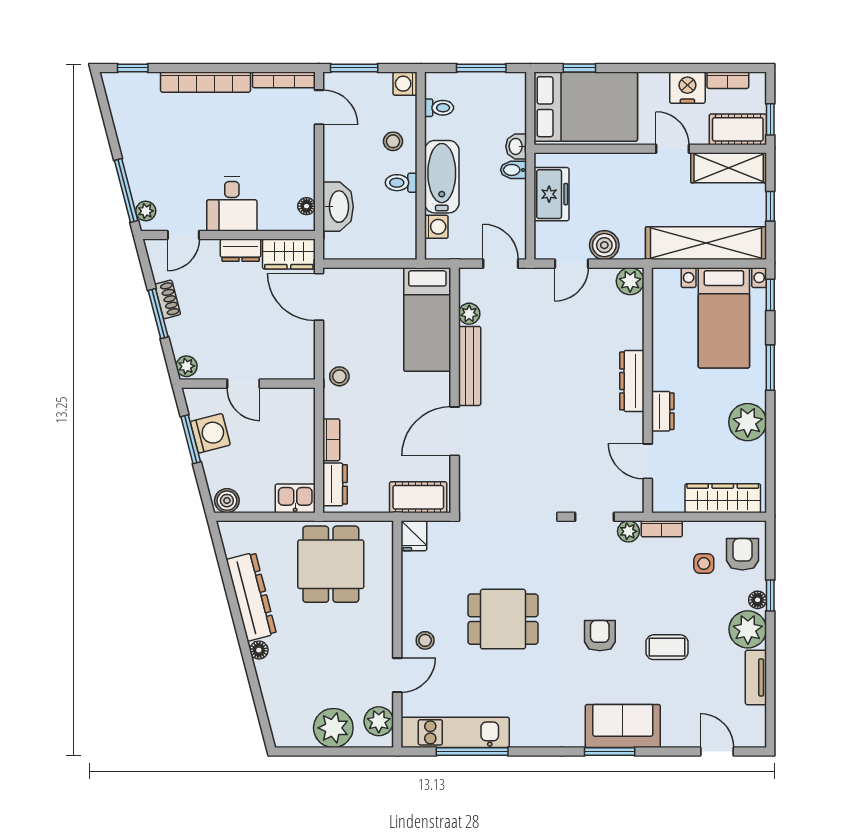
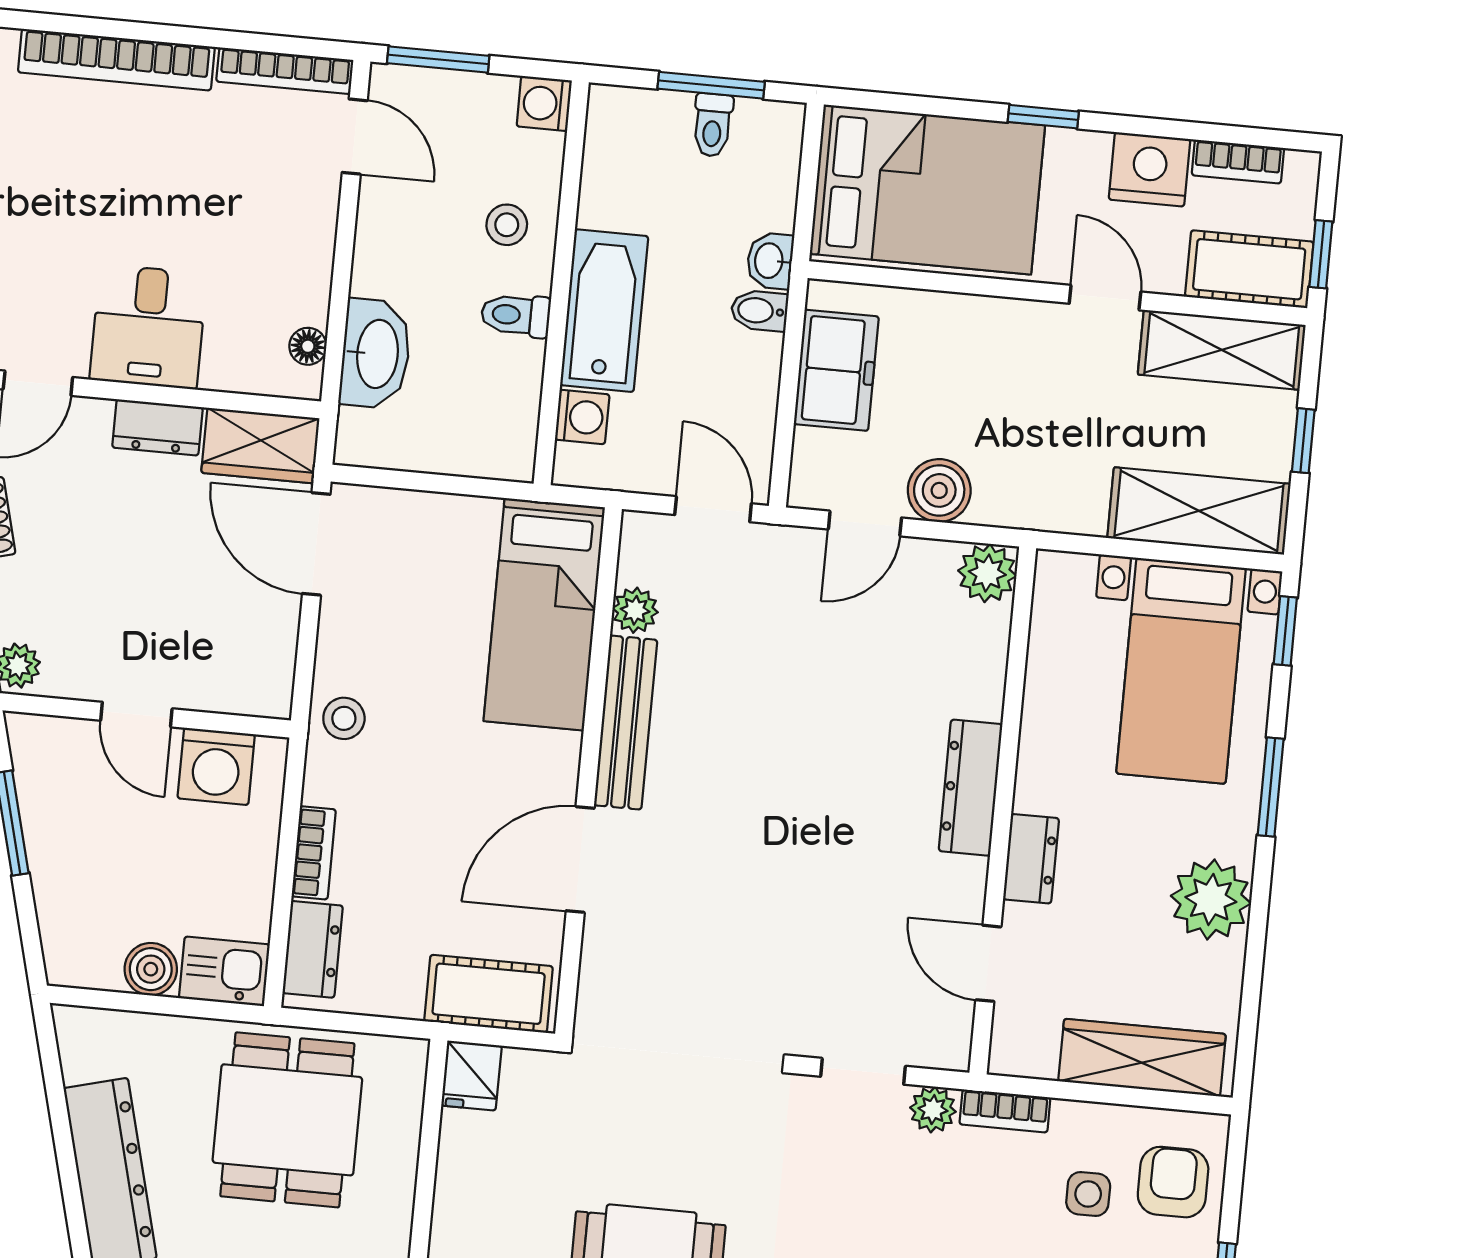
window: (579, 68) -> (1043, 117), moved
toilet: (439, 108) -> (713, 125), moved, turned 90
shelving: (706, 243) -> (1199, 511), width x0.68
washing machine: (210, 433) -> (216, 766), moved, turned 105
boiler: (227, 501) -> (151, 969), moved

